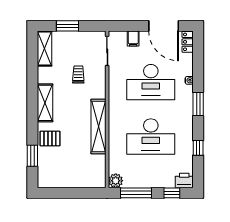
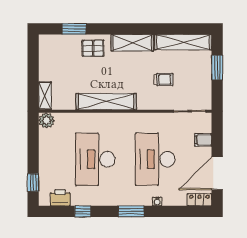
shelving: (44, 48) -> (183, 42), width x1.47
pallet: (50, 138) -> (93, 48), turned 90
printer: (184, 180) -> (60, 198), moved, turned -90
shelving: (93, 182) -> (45, 96), added
window: (136, 193) -> (33, 143), removed

